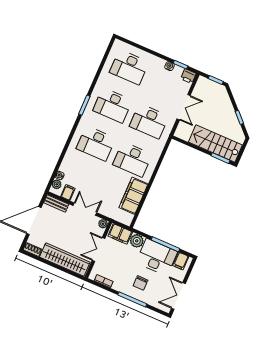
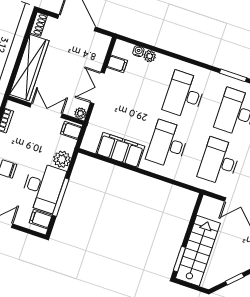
plant: (57, 184) -> (150, 56), moved
bench: (56, 203) -> (102, 50), removed
double door: (85, 209) -> (97, 88), swing flipped
filing cabinet: (120, 234) -> (71, 130), width x0.50

